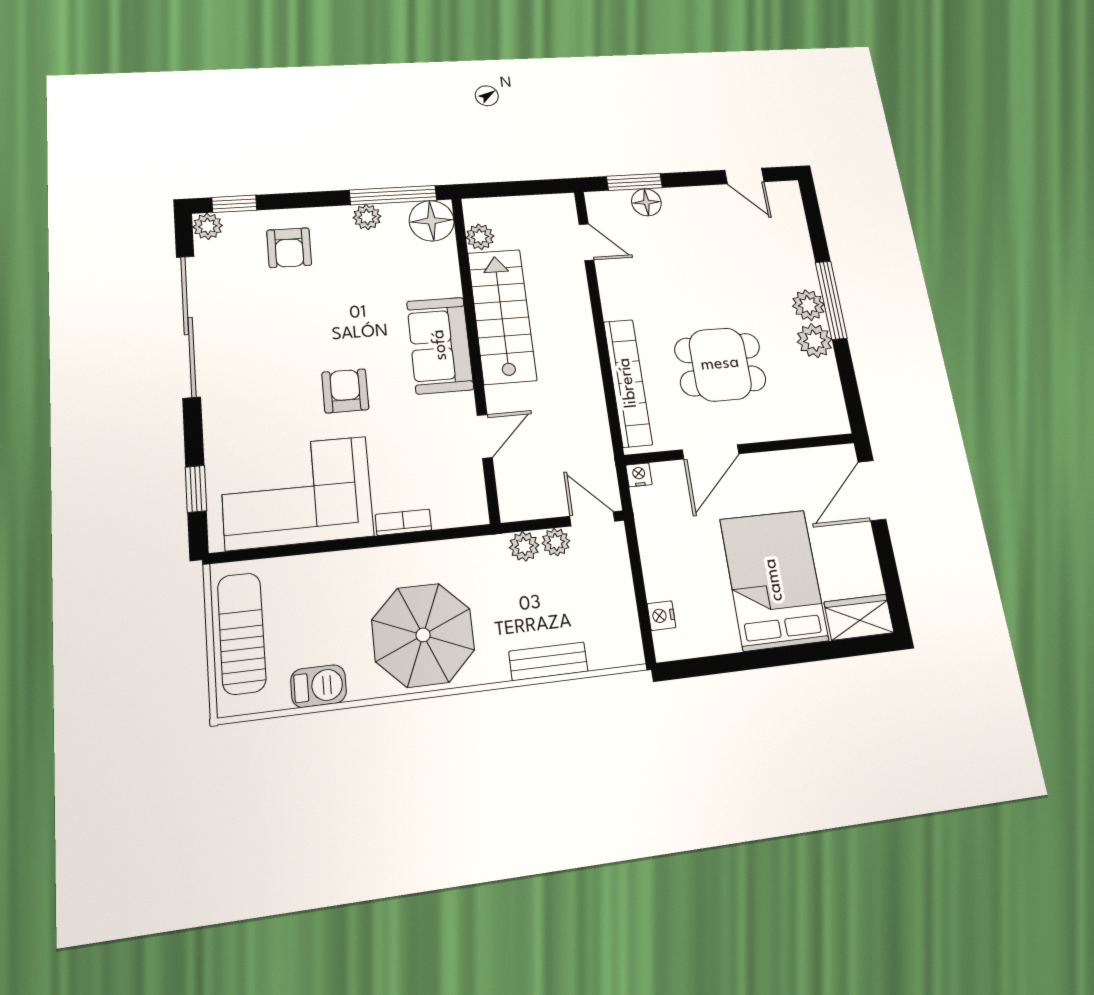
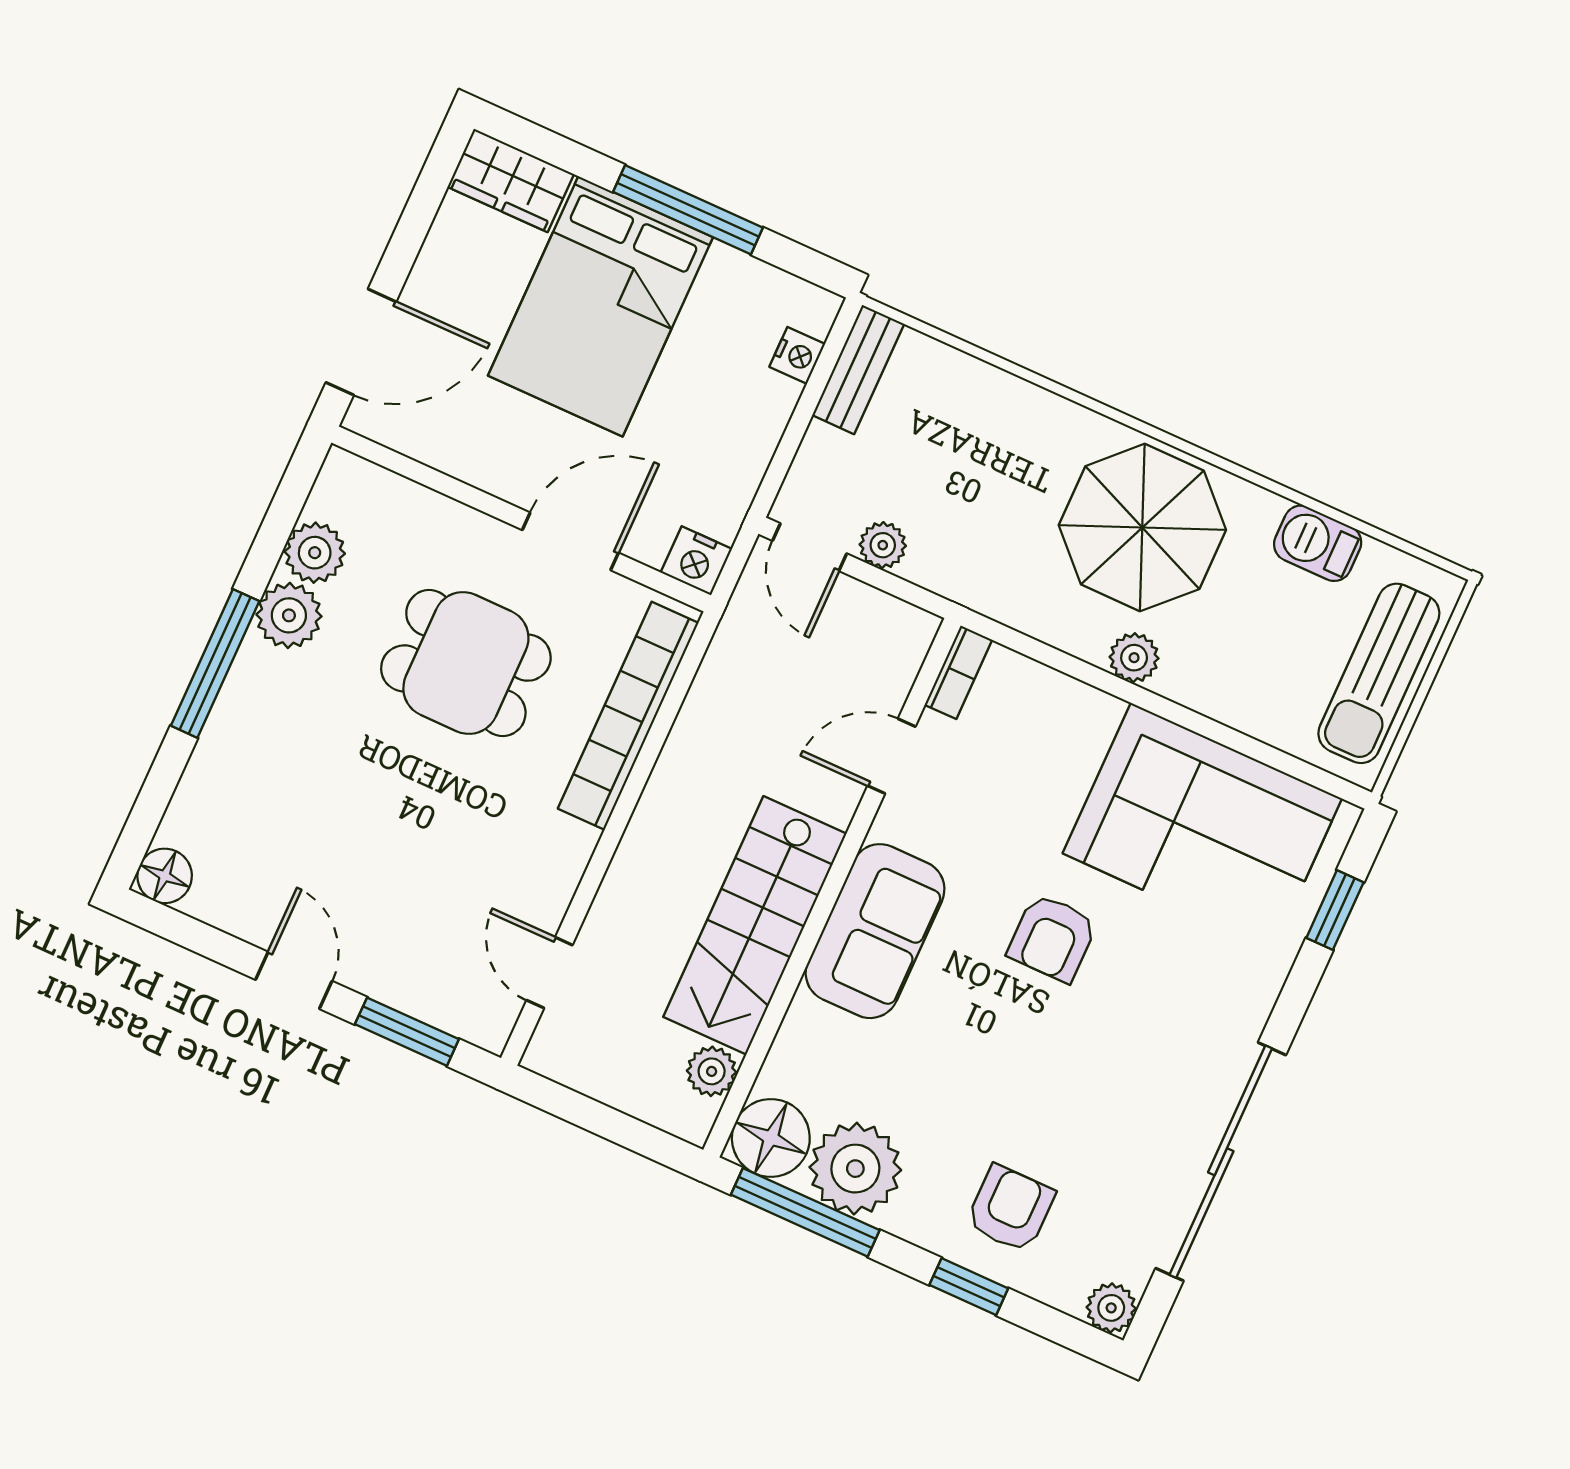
door: (744, 176) -> (294, 980), moved
floor lamp: (646, 202) -> (165, 876), moved
window: (234, 204) -> (969, 1287), moved
plant: (367, 217) -> (855, 1169), width x1.88, depth x1.88
plant: (808, 305) -> (315, 553), moved
nightstand: (639, 475) -> (696, 561), width x1.39, depth x1.35
bookcase: (403, 522) -> (958, 672), moved, turned -90
plant: (524, 546) -> (1134, 658), moved
window: (765, 658) -> (688, 210), added
bench: (548, 661) -> (858, 370), moved, turned 90

